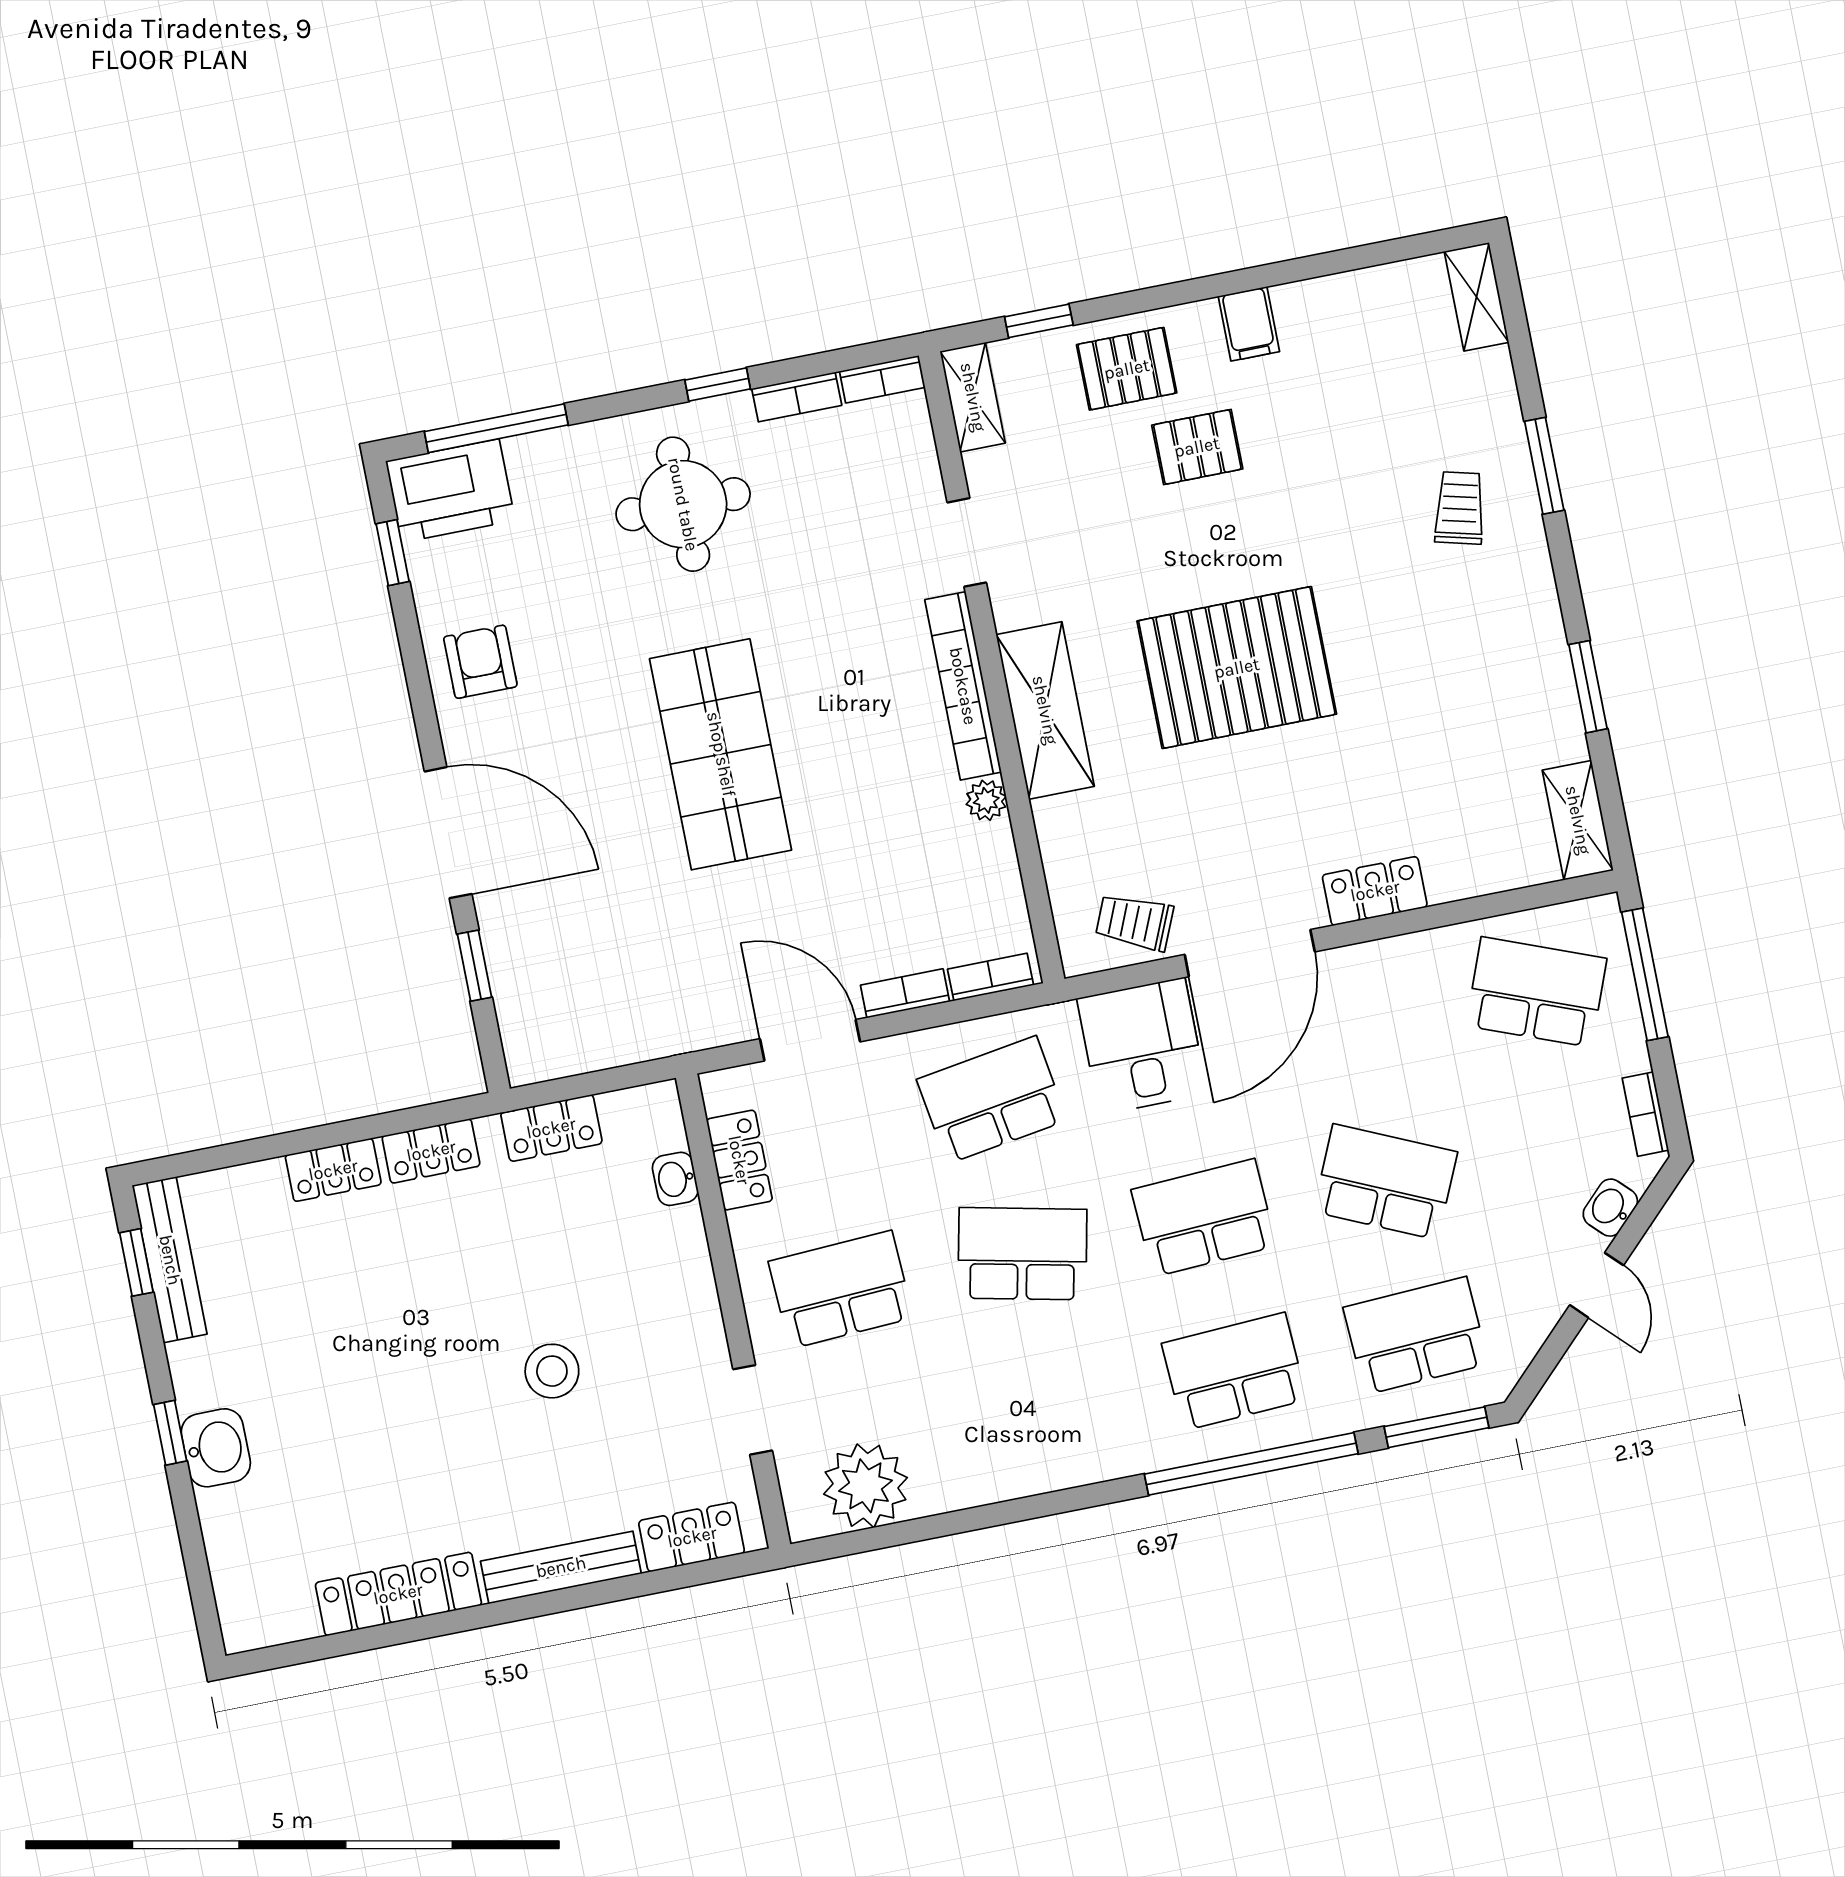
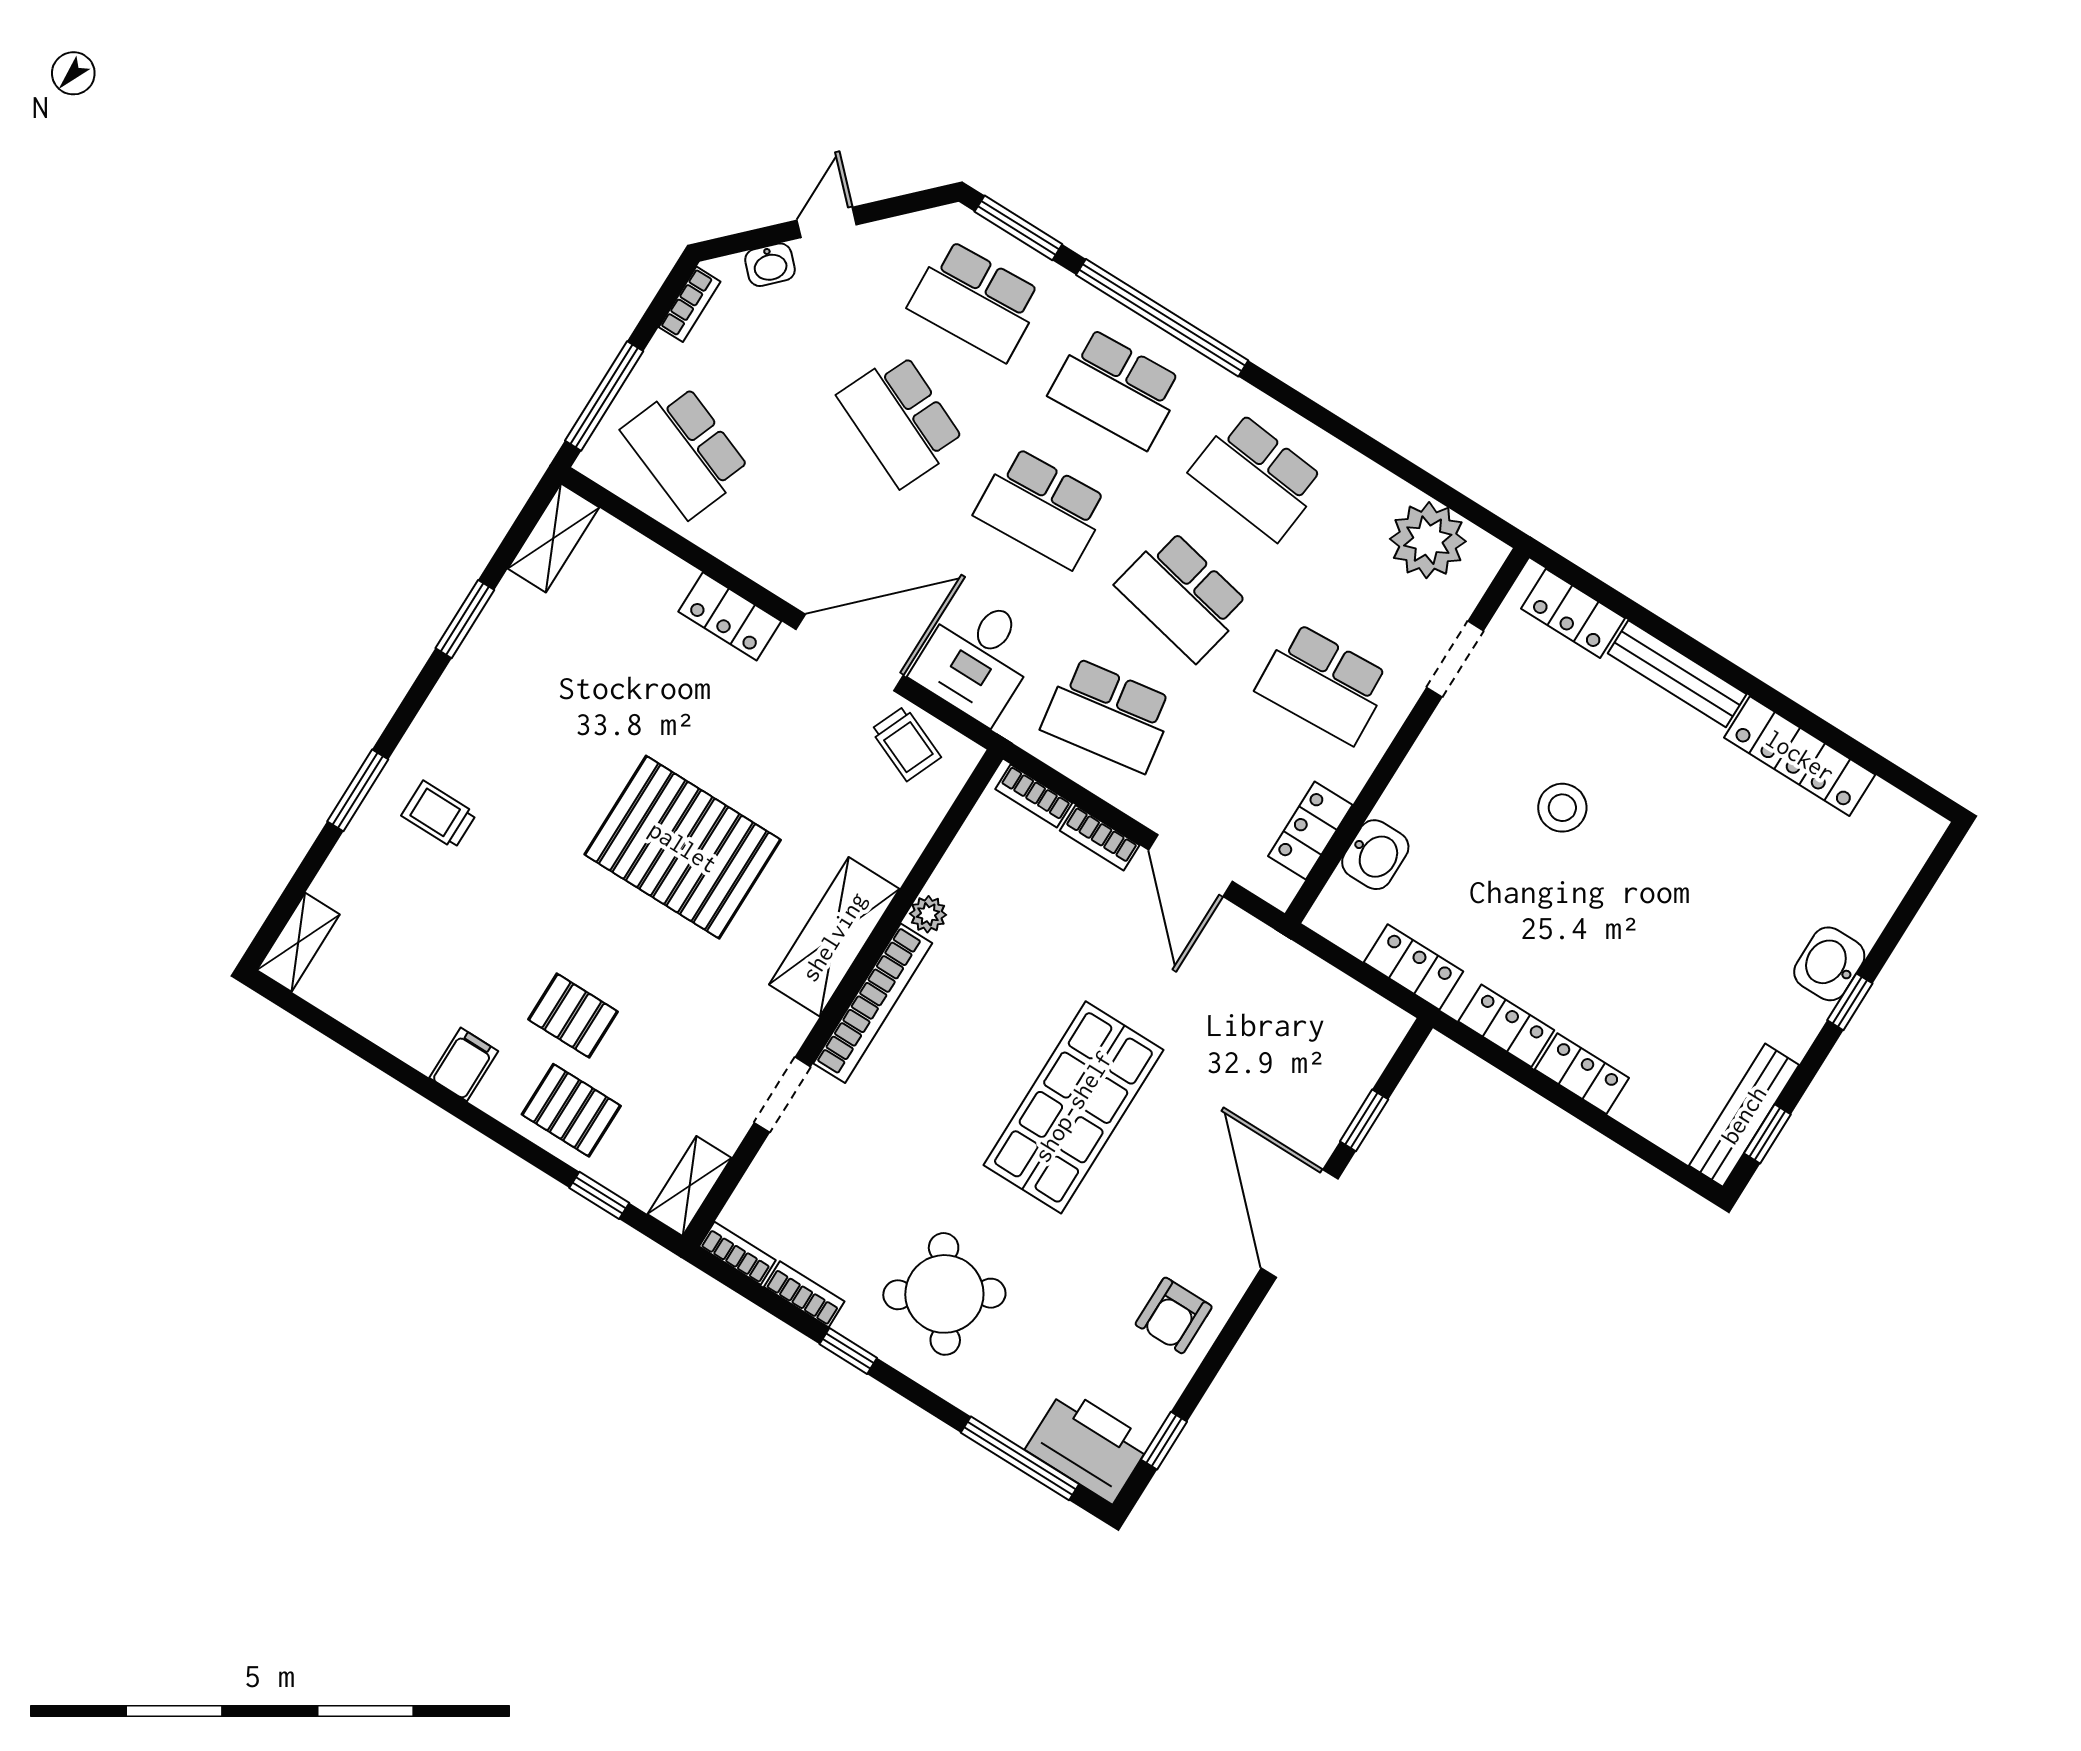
round table: (683, 504) -> (944, 1294), turned -33
trolley: (1460, 508) -> (439, 815), turned 76
washbasin: (675, 1179) -> (1375, 855), width x1.38, depth x1.45
school desk: (1053, 1408) -> (1257, 476), added

